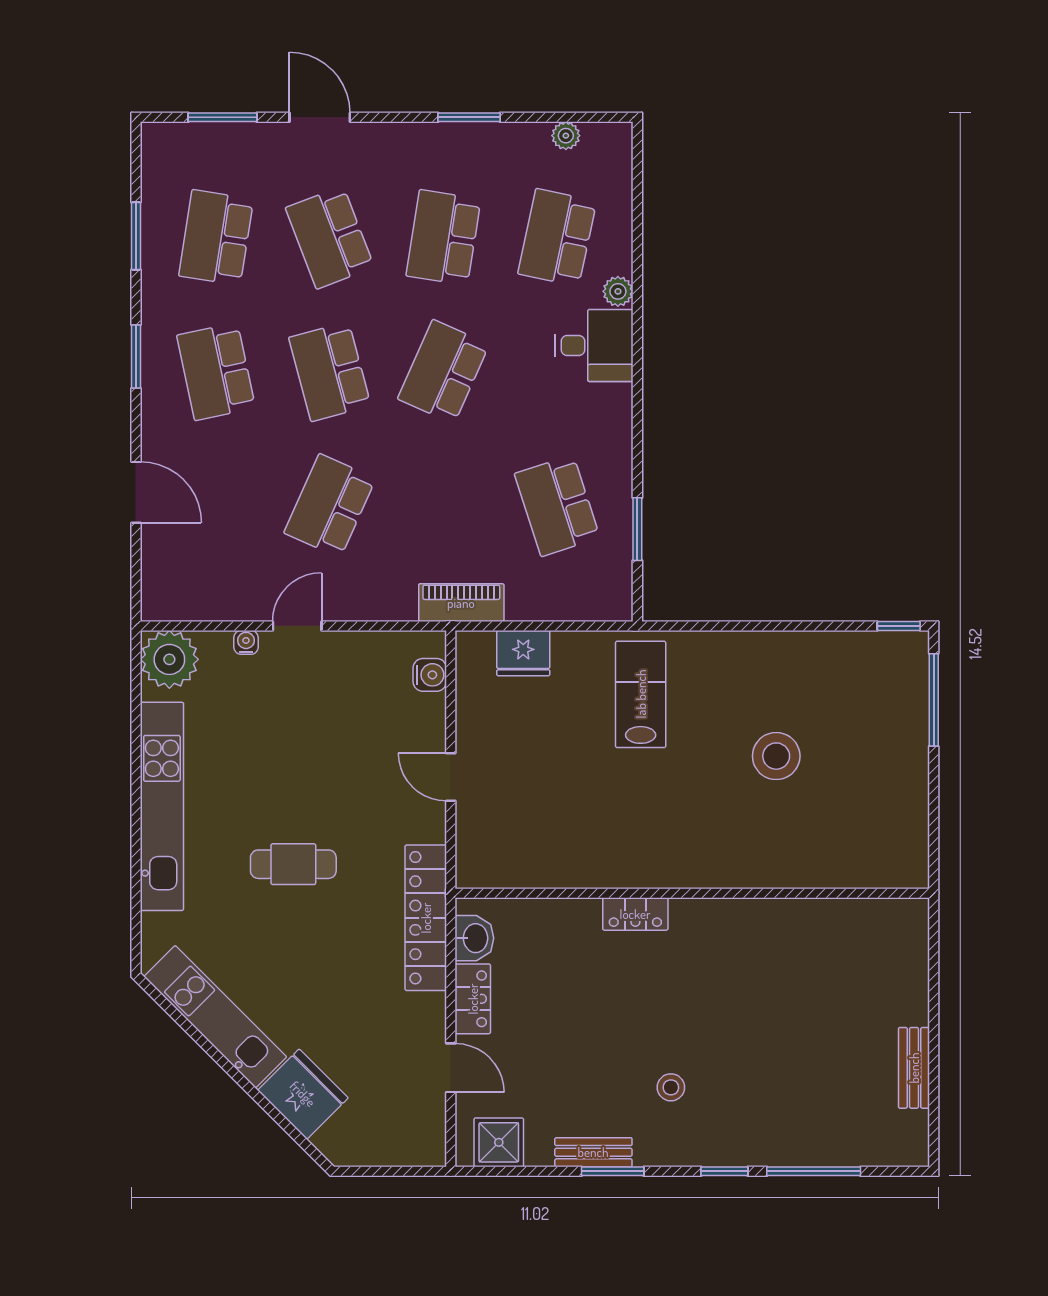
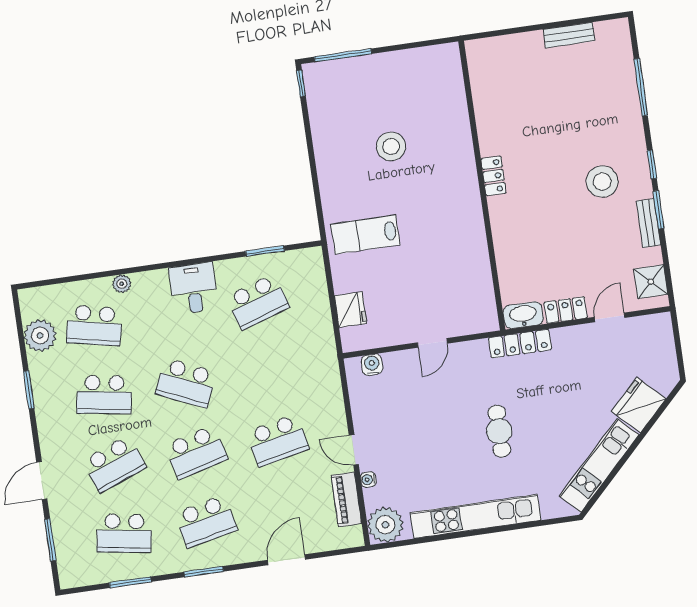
plant: (566, 136) -> (40, 336), width x1.88, depth x1.88
desk: (594, 345) -> (194, 288), moved
school desk: (330, 506) -> (278, 440), turned -36
piano: (461, 603) -> (346, 499), moved
locker: (635, 914) -> (493, 176), moved
locker: (426, 918) -> (520, 344), width x0.71, depth x0.83
washbasin: (474, 938) -> (523, 315), width x1.38
stool: (671, 1087) -> (602, 182), width x1.89, depth x1.89
window: (724, 1171) -> (652, 164), moved

